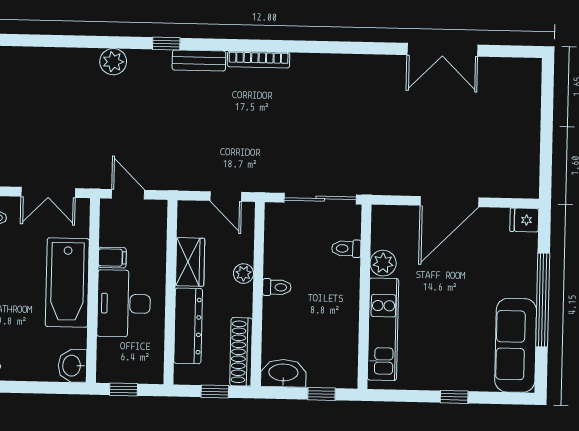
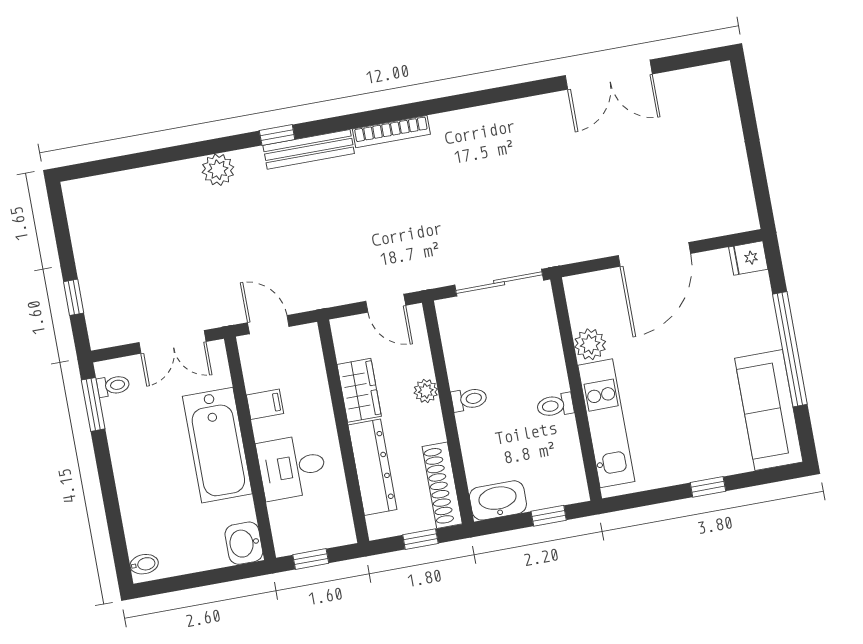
bench: (199, 60) -> (309, 149), width x1.36
toilet: (346, 248) -> (555, 405), moved
desk: (124, 304) -> (292, 467), width x0.73

